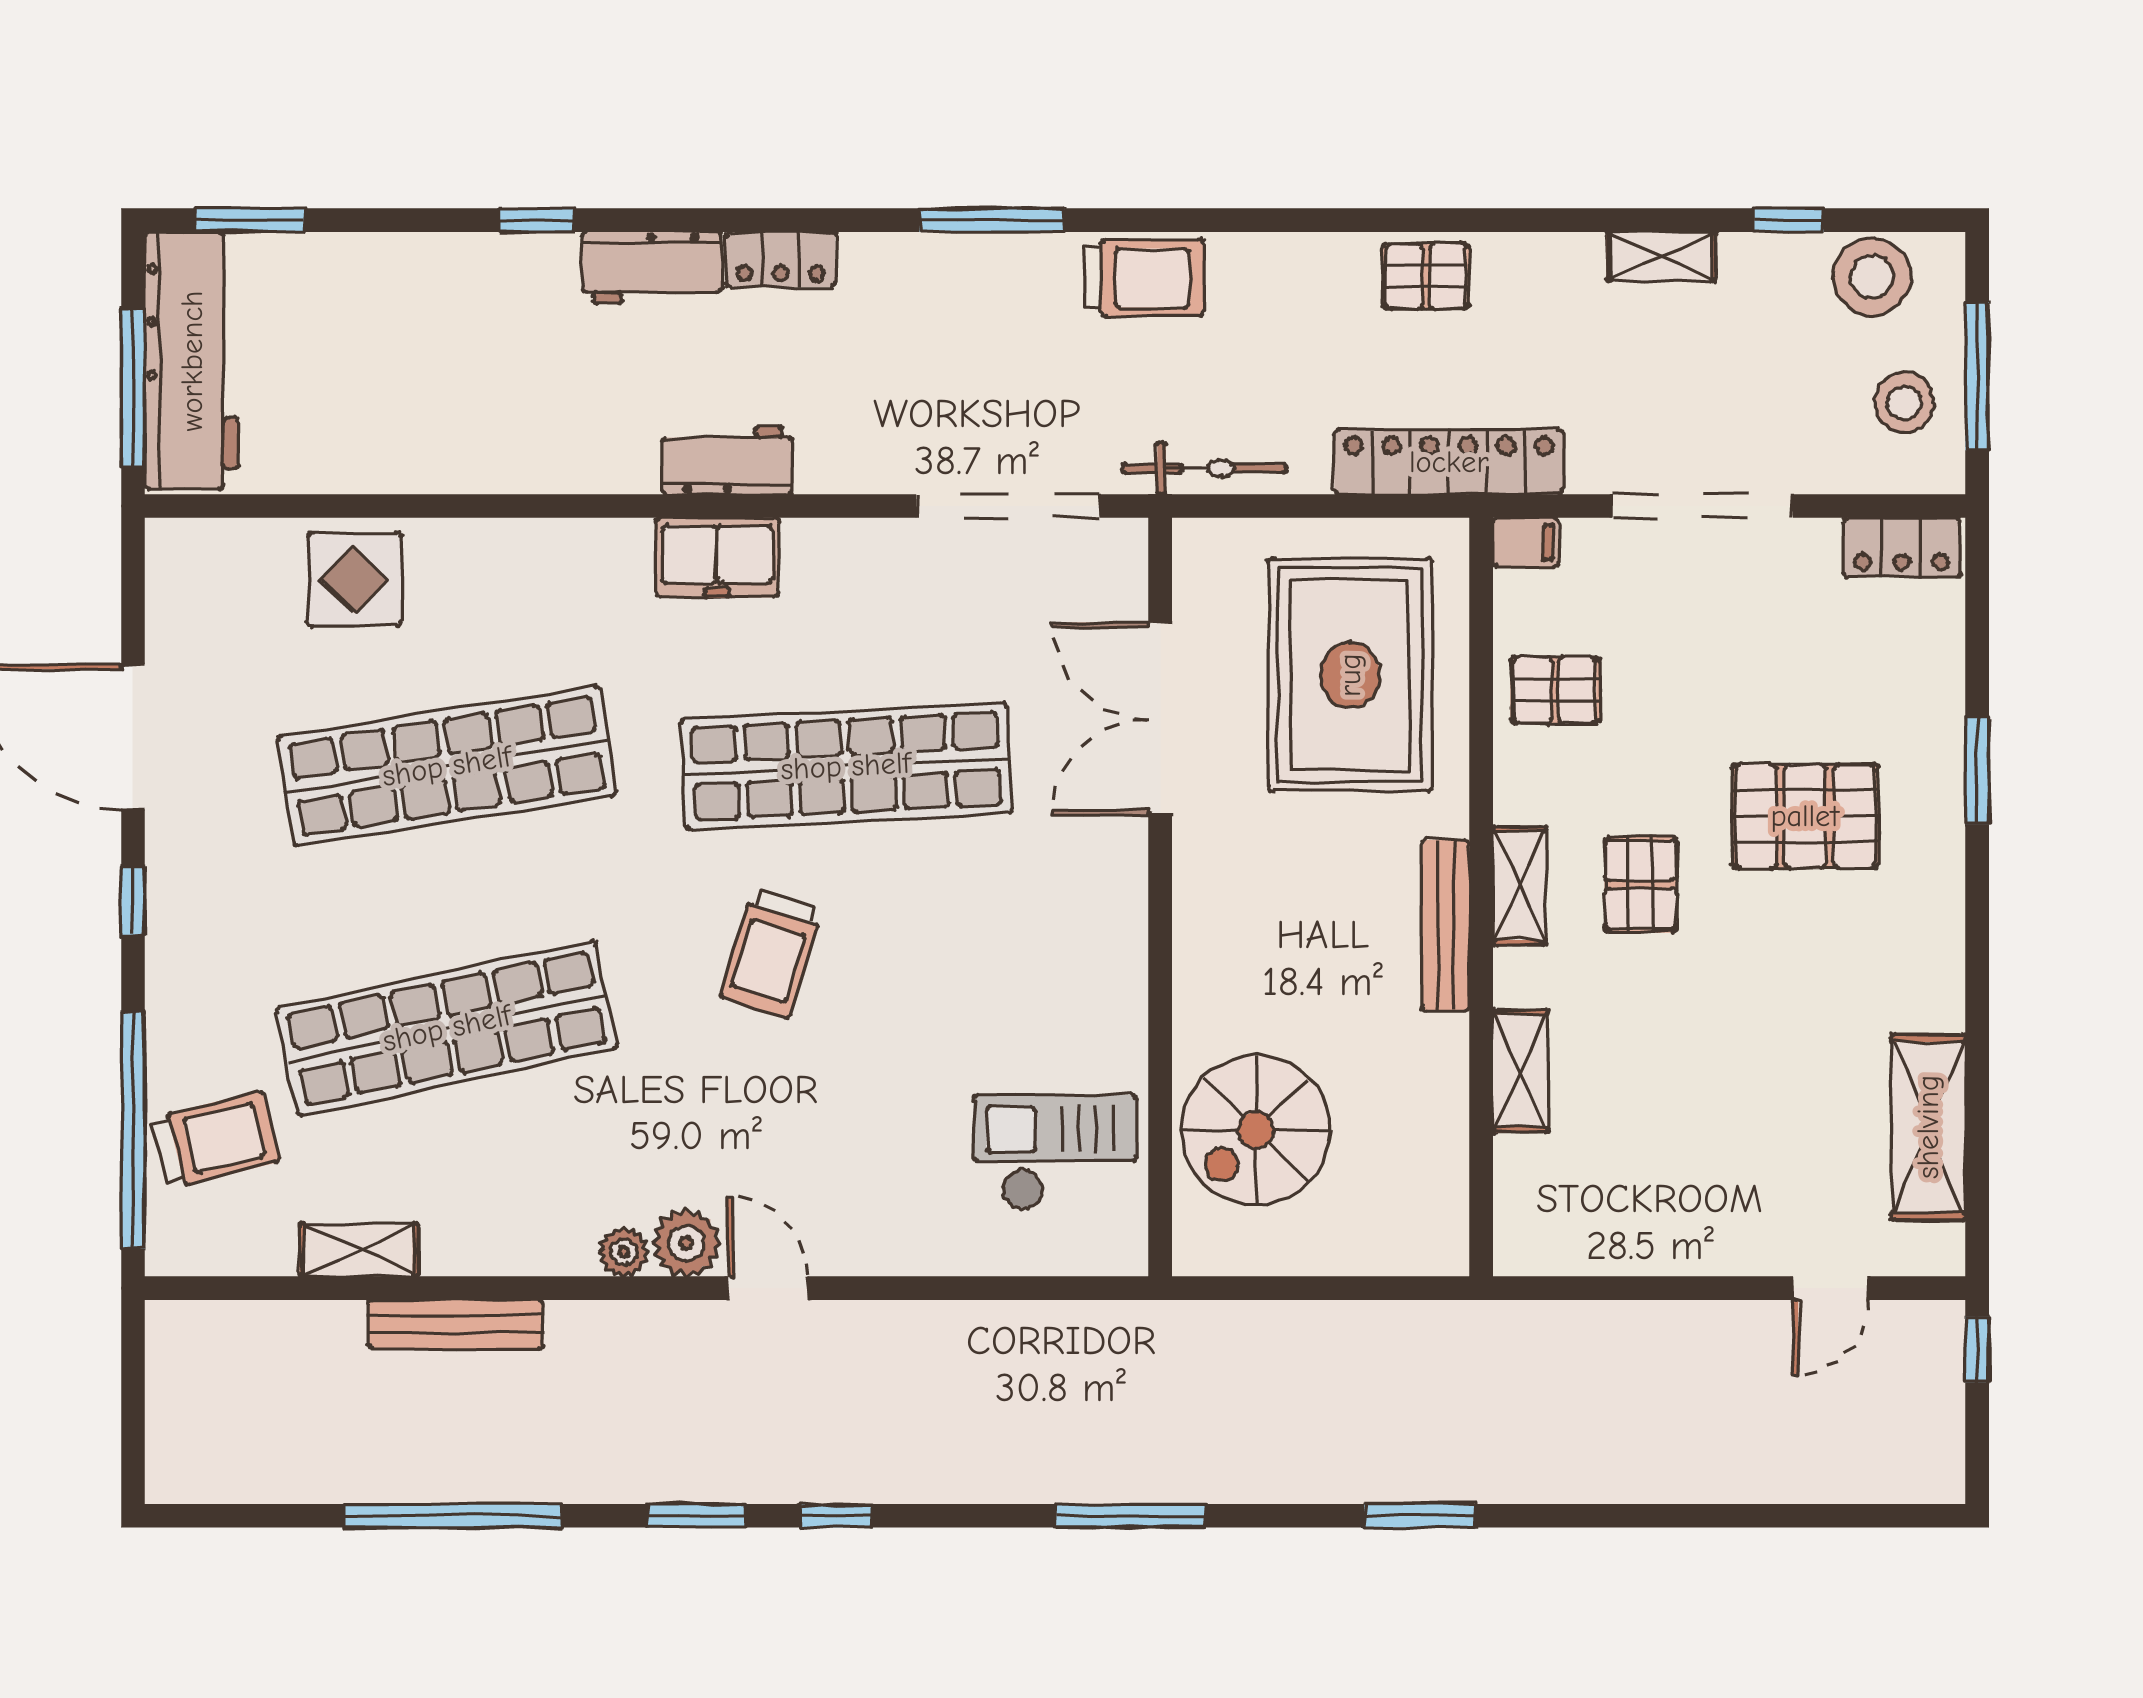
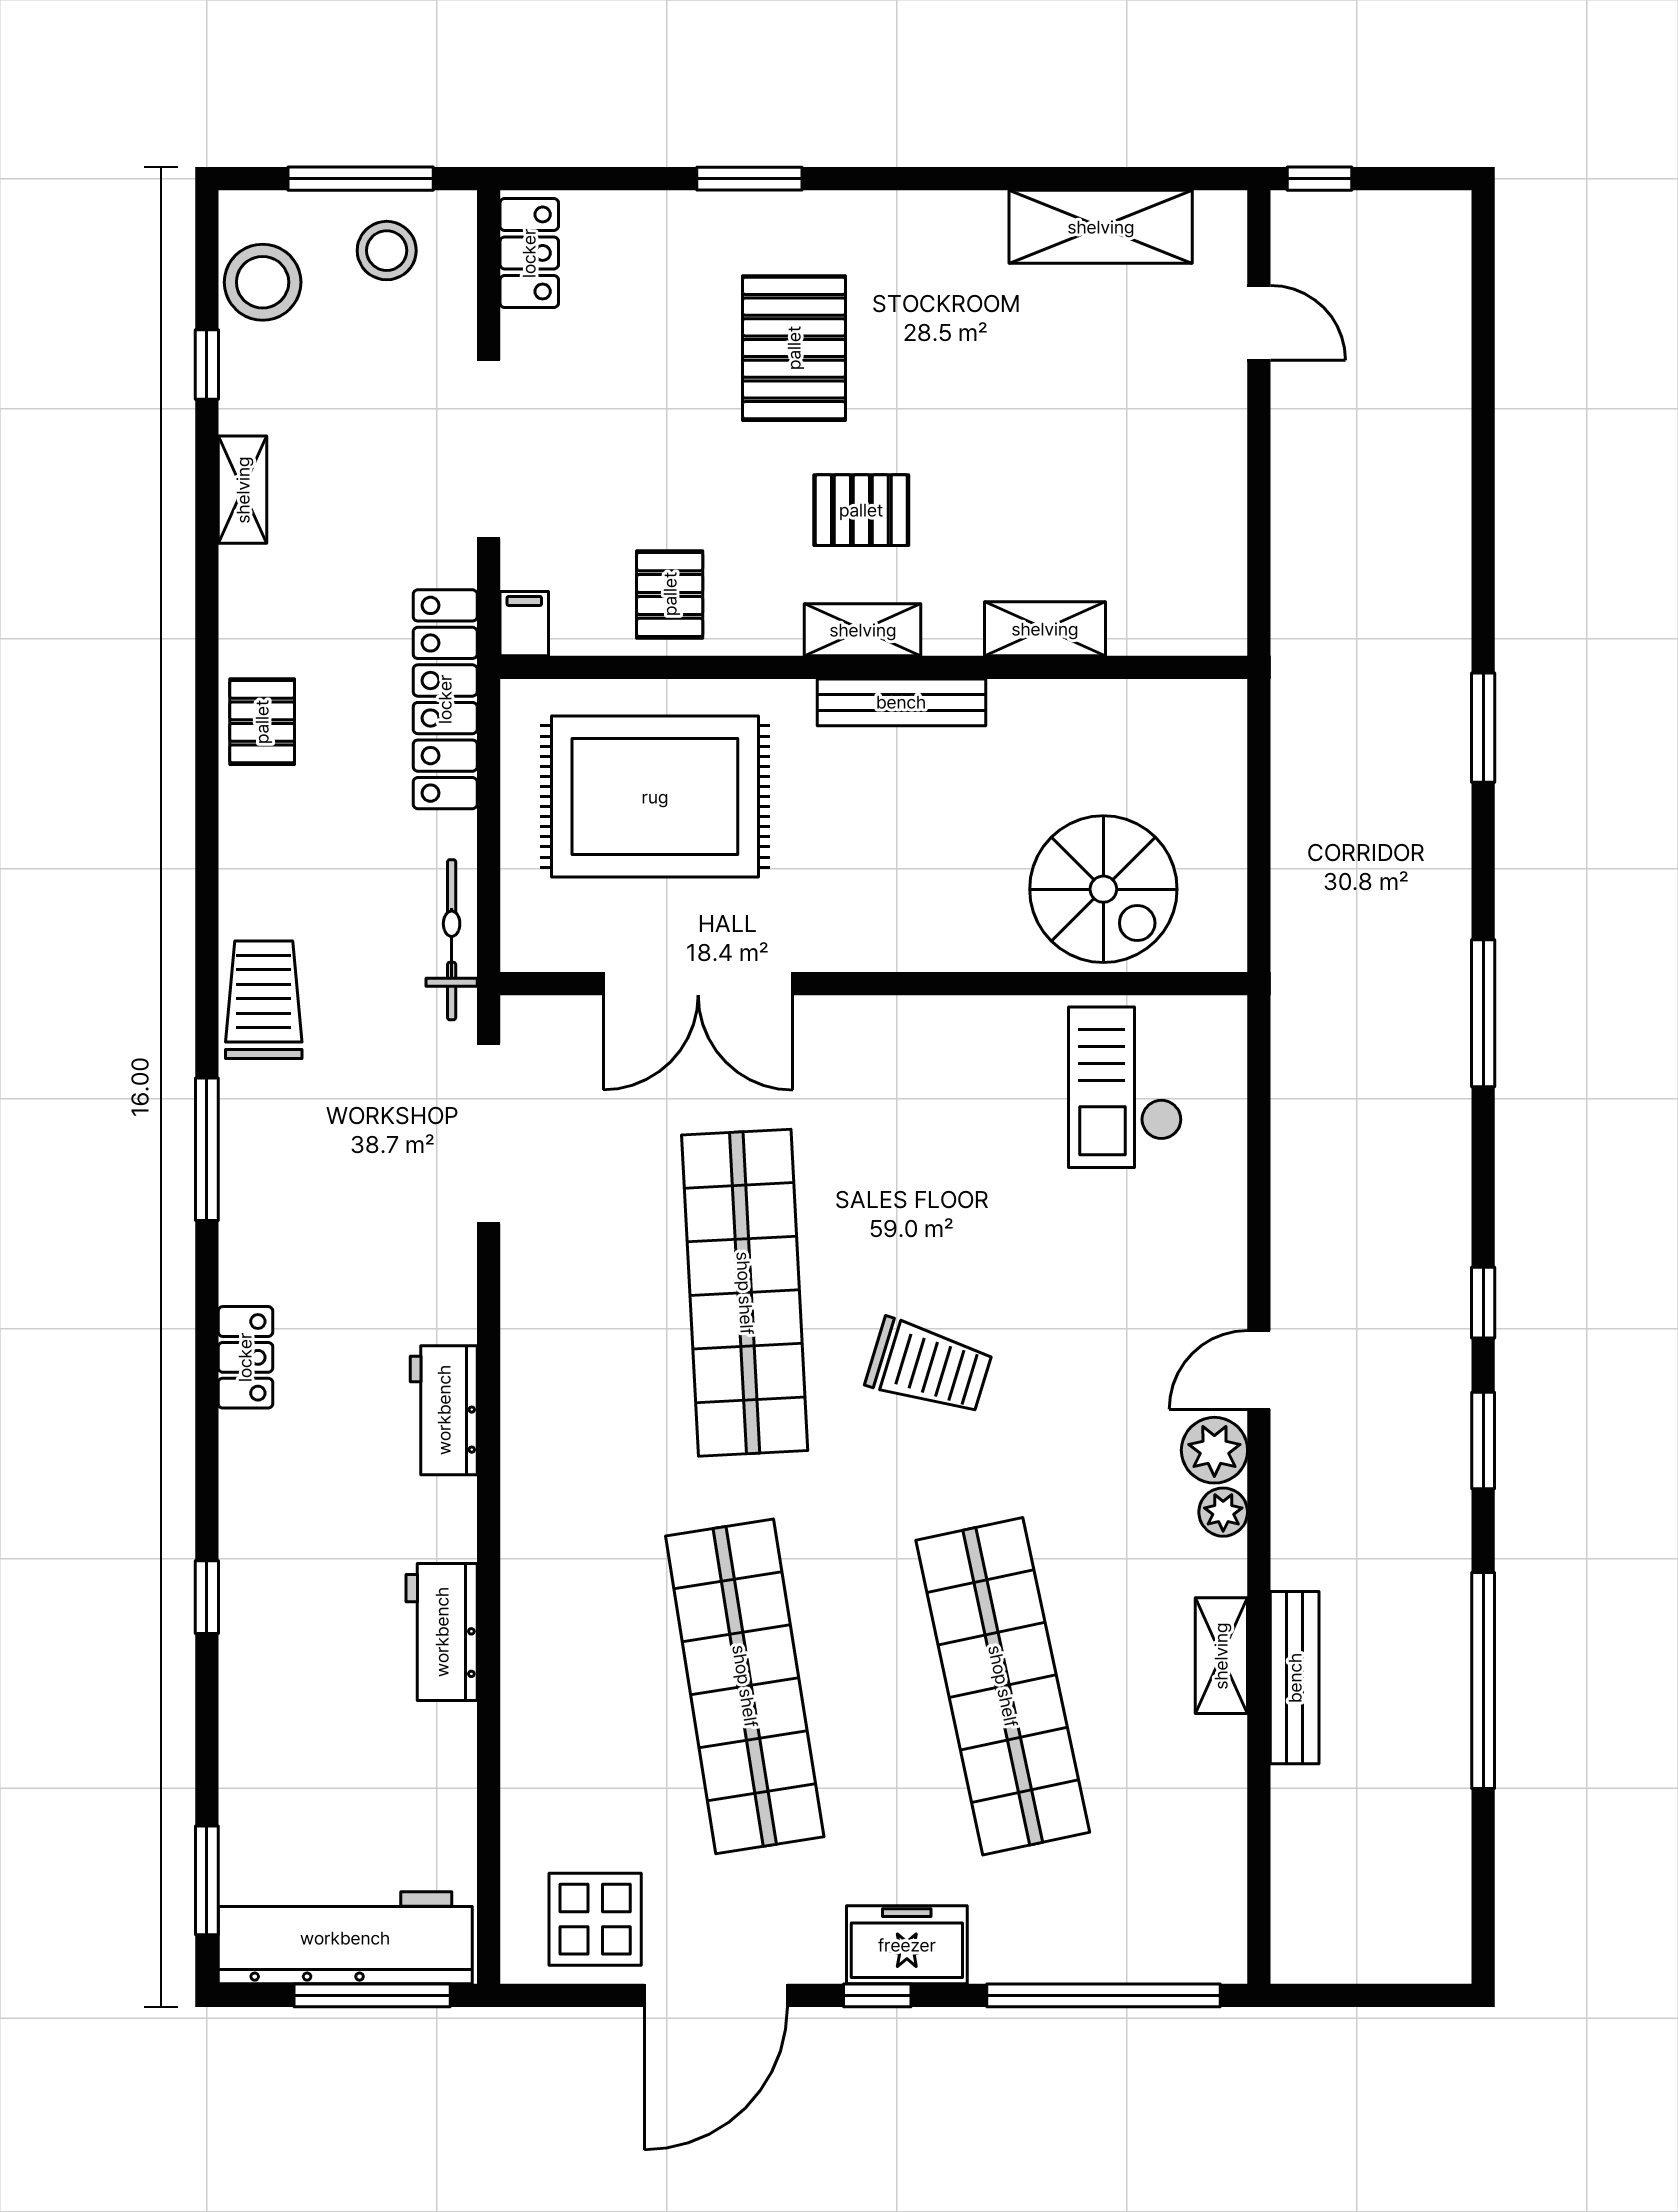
workbench: (652, 268) -> (442, 1632), moved, turned 180
freezer: (717, 558) -> (907, 1945), moved, turned -90
display table: (354, 579) -> (595, 1919), moved
trolley: (216, 1140) -> (1113, 1914), removed
shelving: (359, 1250) -> (1221, 1656), moved

